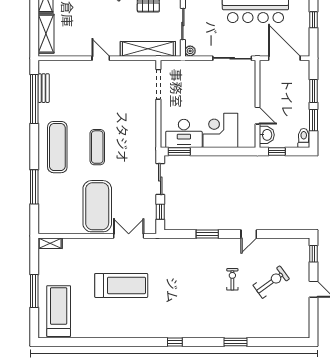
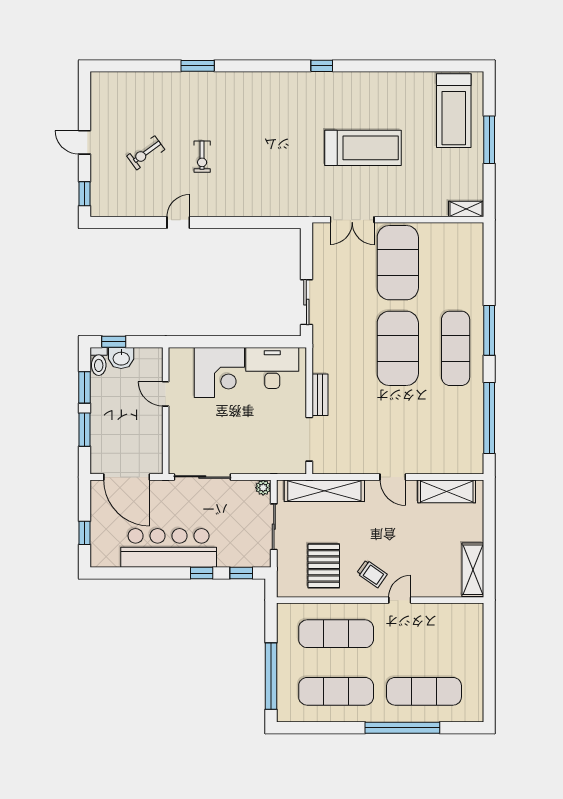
shelving: (46, 34) -> (447, 491), moved, turned 90
bench: (44, 88) -> (320, 395), moved
washbasin: (267, 135) -> (121, 358), moved, turned -90
exercise mat: (97, 147) -> (398, 348), width x2.00, depth x1.45
window: (179, 152) -> (279, 342), removed
window: (277, 152) -> (114, 342), moved
window: (34, 187) -> (489, 330), moved
window: (160, 212) -> (306, 255), removed
window: (207, 234) -> (239, 222), removed
exercise bike: (271, 282) -> (146, 153), width x0.73, depth x0.72
treadmill: (121, 285) -> (363, 148), turned 180
window: (175, 342) -> (322, 66), moved

